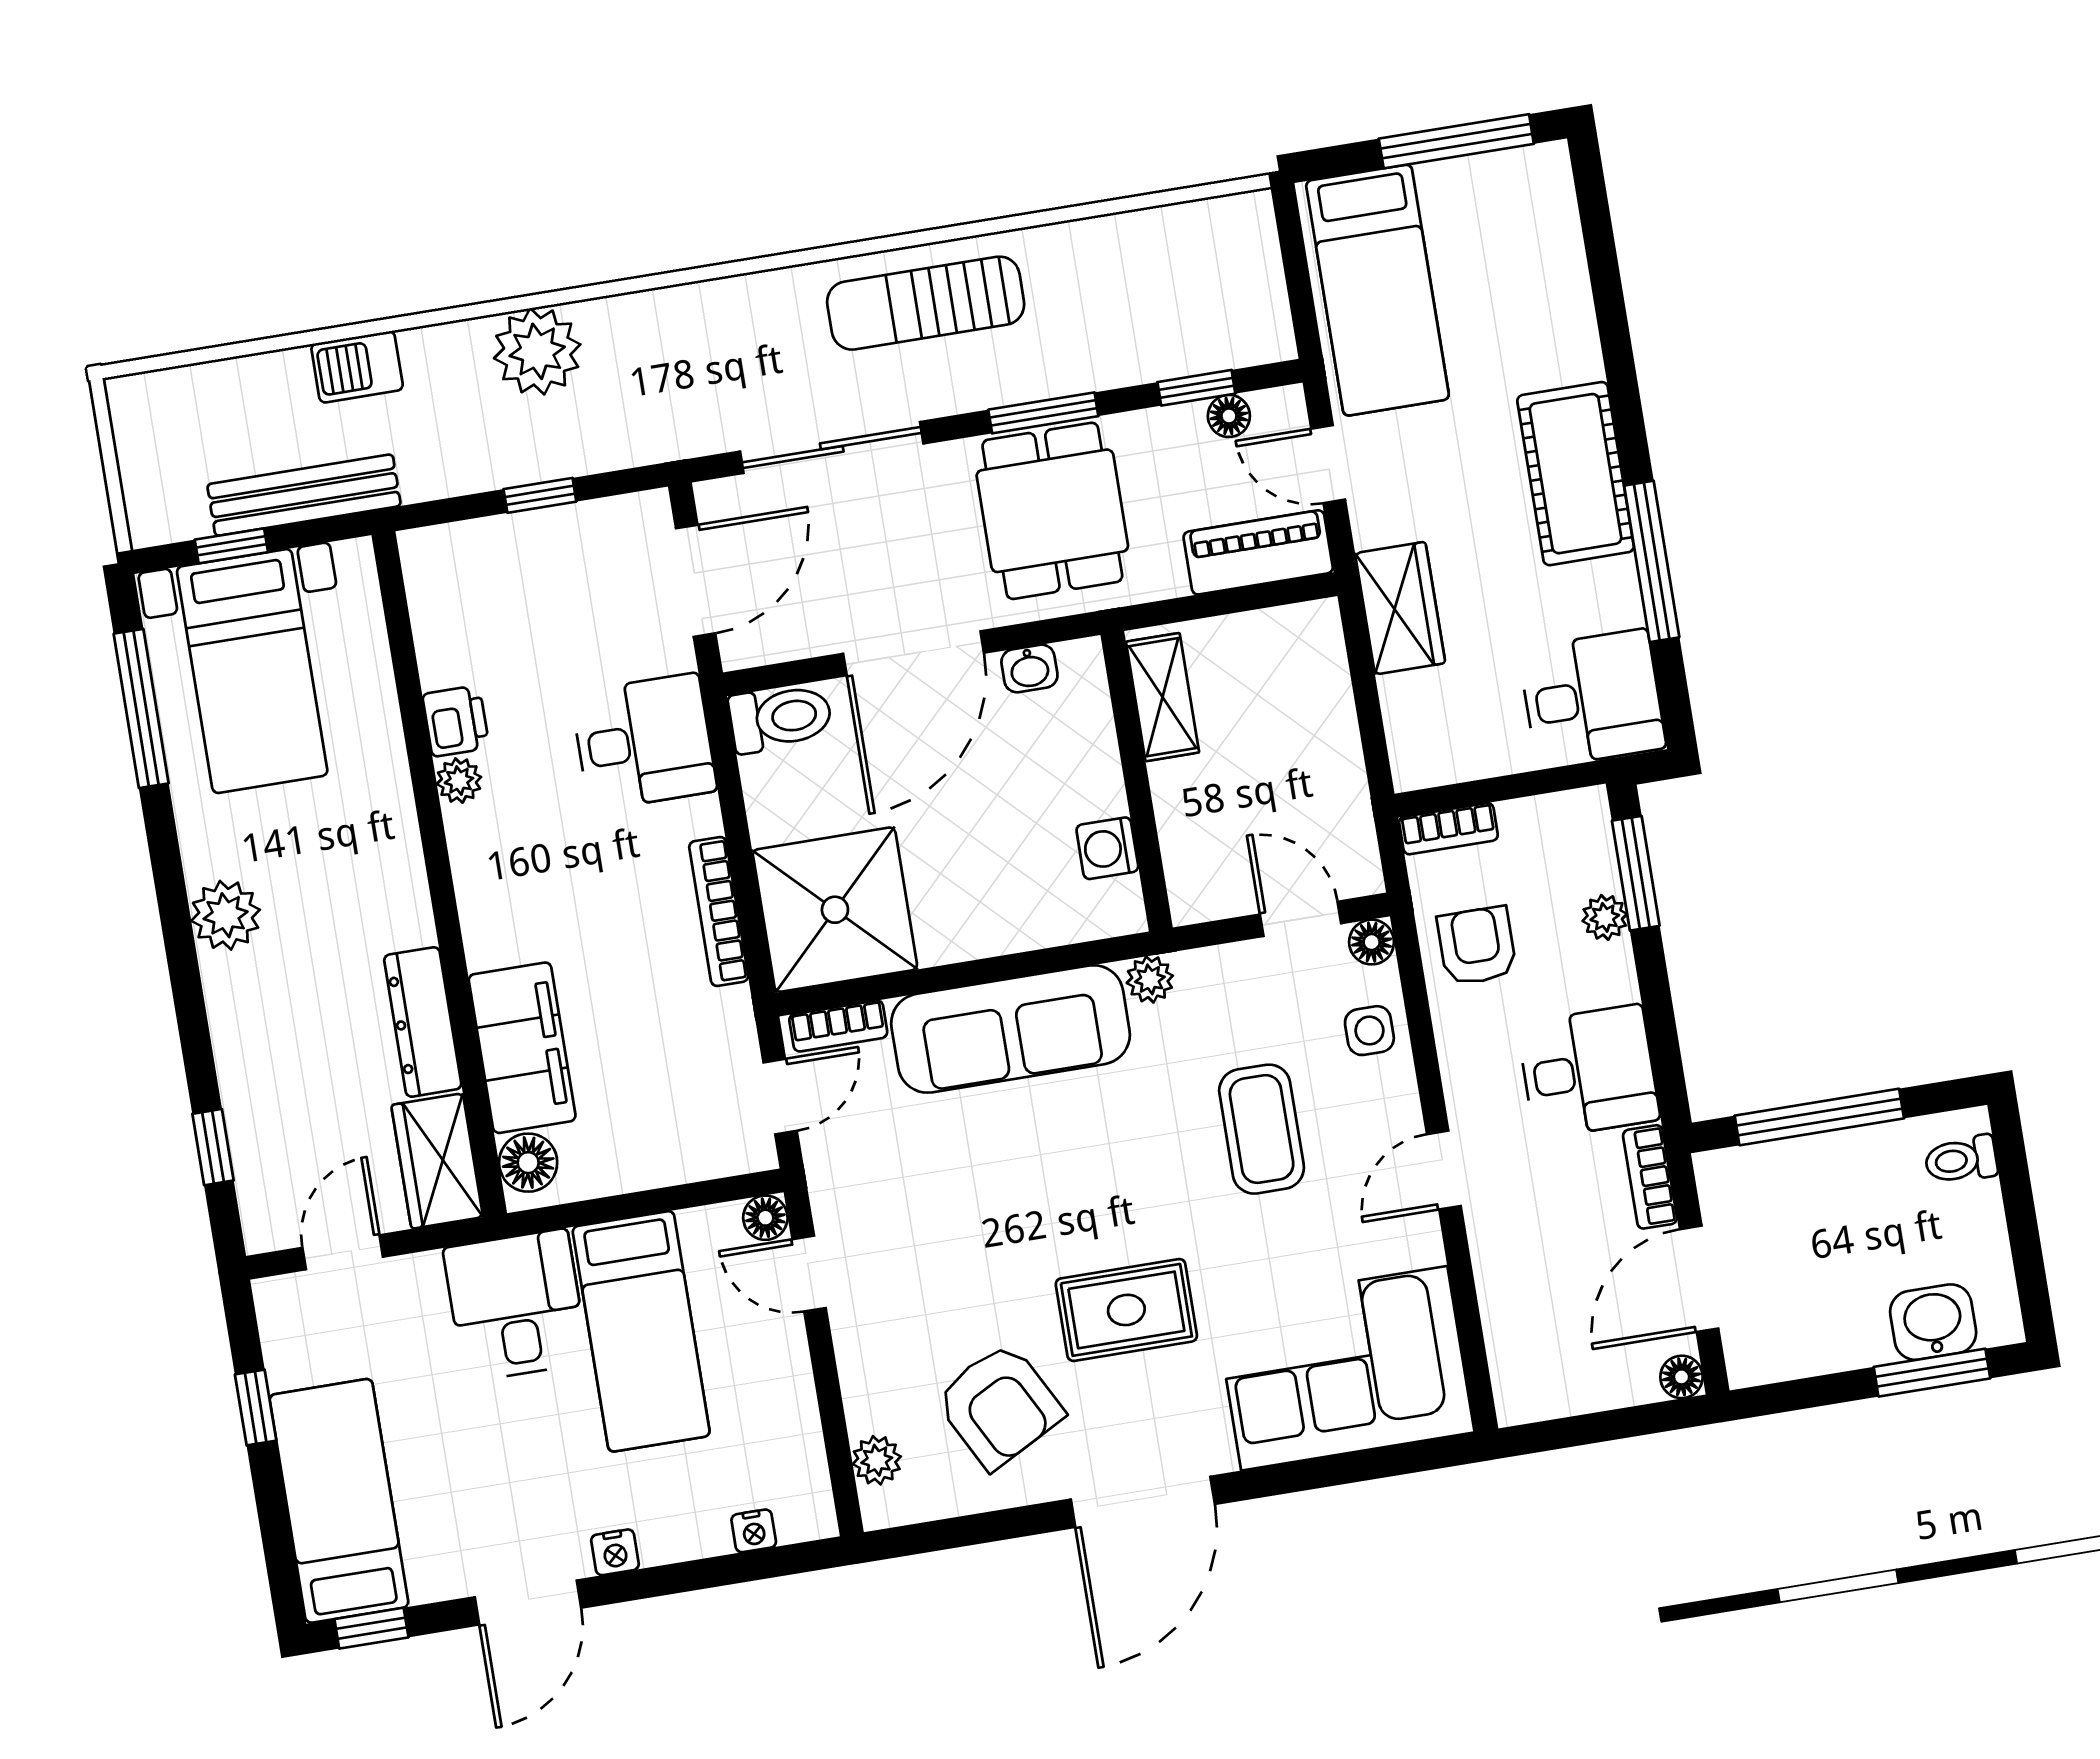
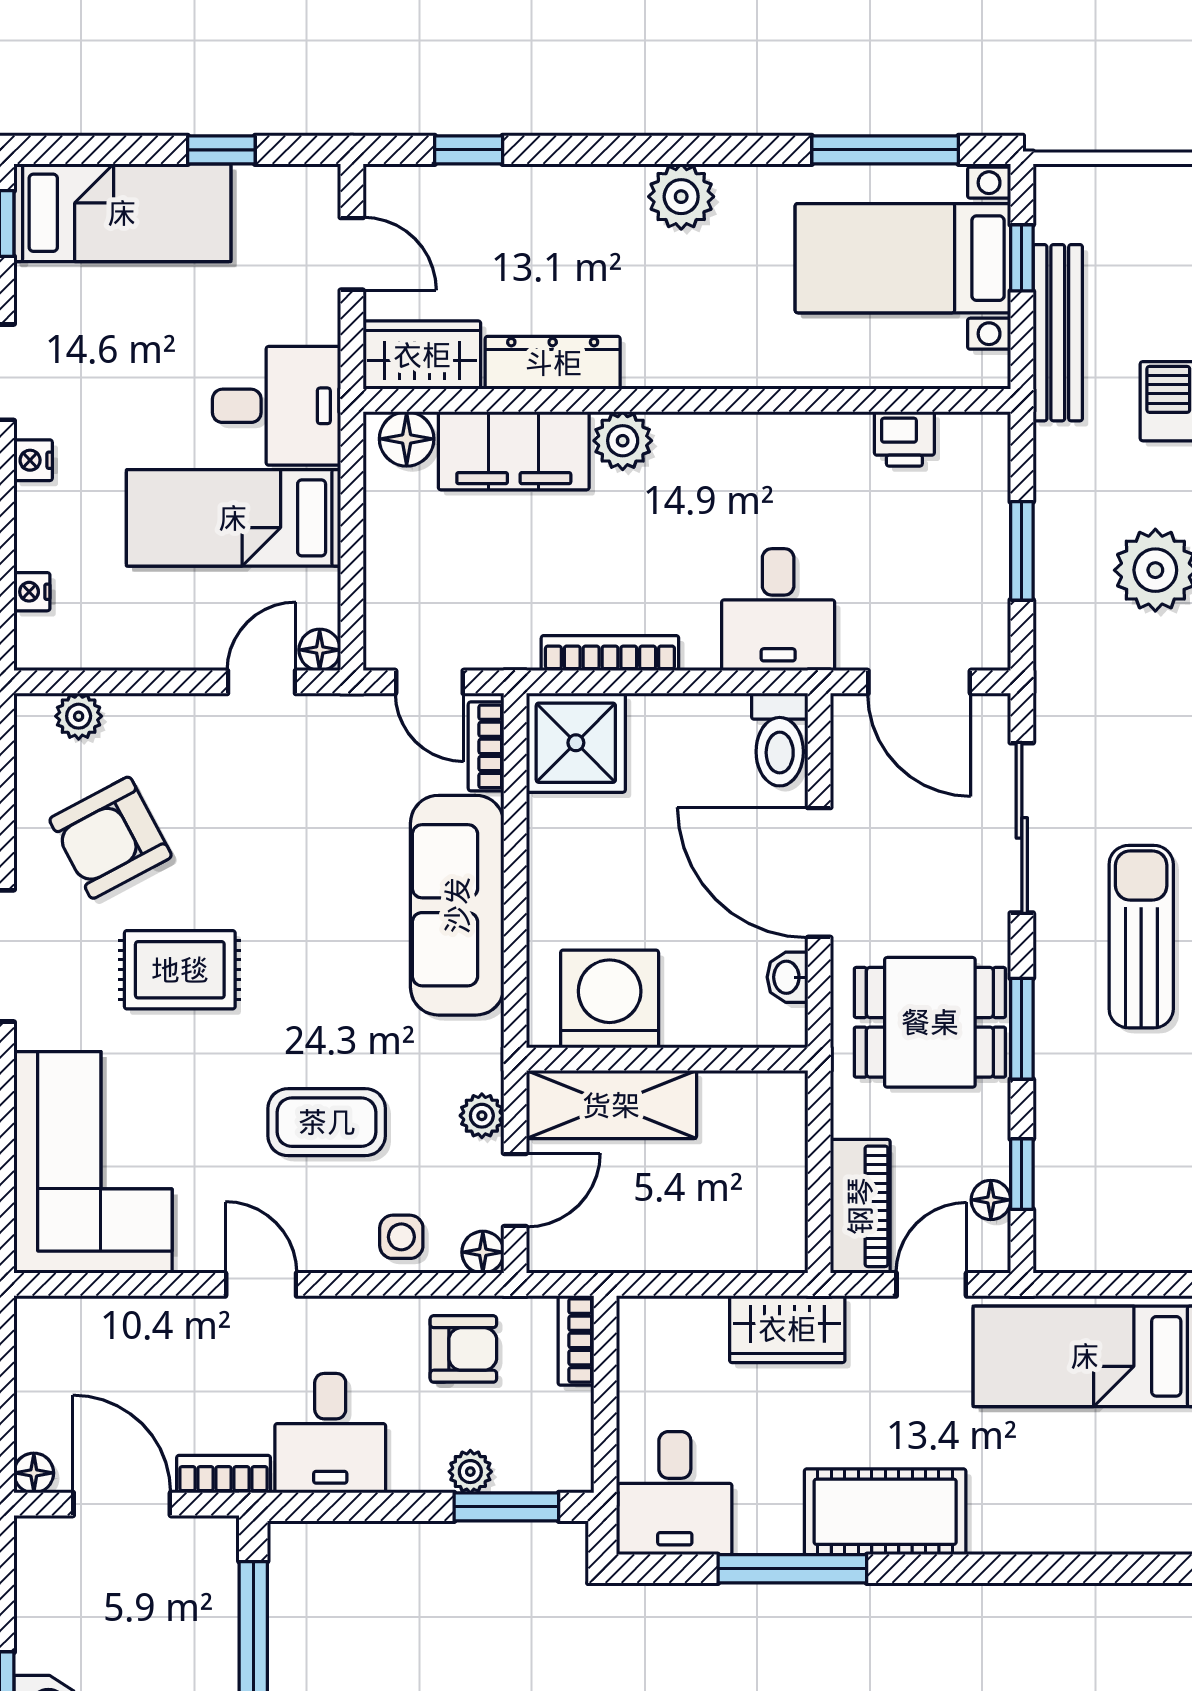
window: (540, 495) -> (1022, 551), width x1.50
shelving: (1163, 697) -> (611, 1105), moved, width x1.50, depth x1.33
printer: (456, 721) -> (904, 439), moved
plant: (459, 781) -> (623, 441), moved, width x1.38, depth x1.38
washing machine: (1107, 848) -> (610, 999), width x1.89, depth x1.89
shower: (835, 910) -> (576, 743), width x0.73, depth x0.73
plant: (1150, 979) -> (482, 1116), moved
rug: (1126, 1310) -> (180, 970), turned 90

